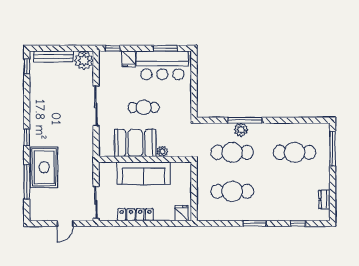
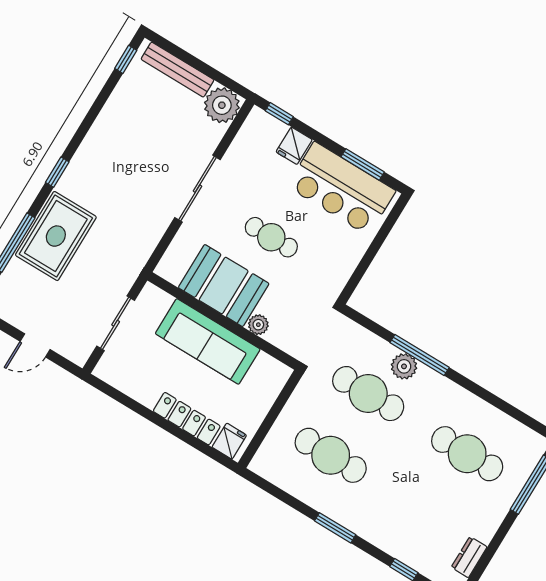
sliding door: (96, 202) -> (116, 323), moved
locker: (136, 215) -> (187, 419), moved

